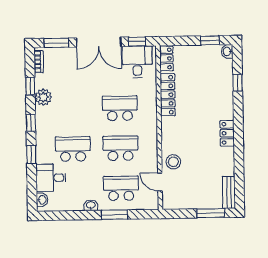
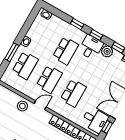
desk: (51, 178) -> (91, 47), moved
door: (160, 182) -> (40, 105), moved

